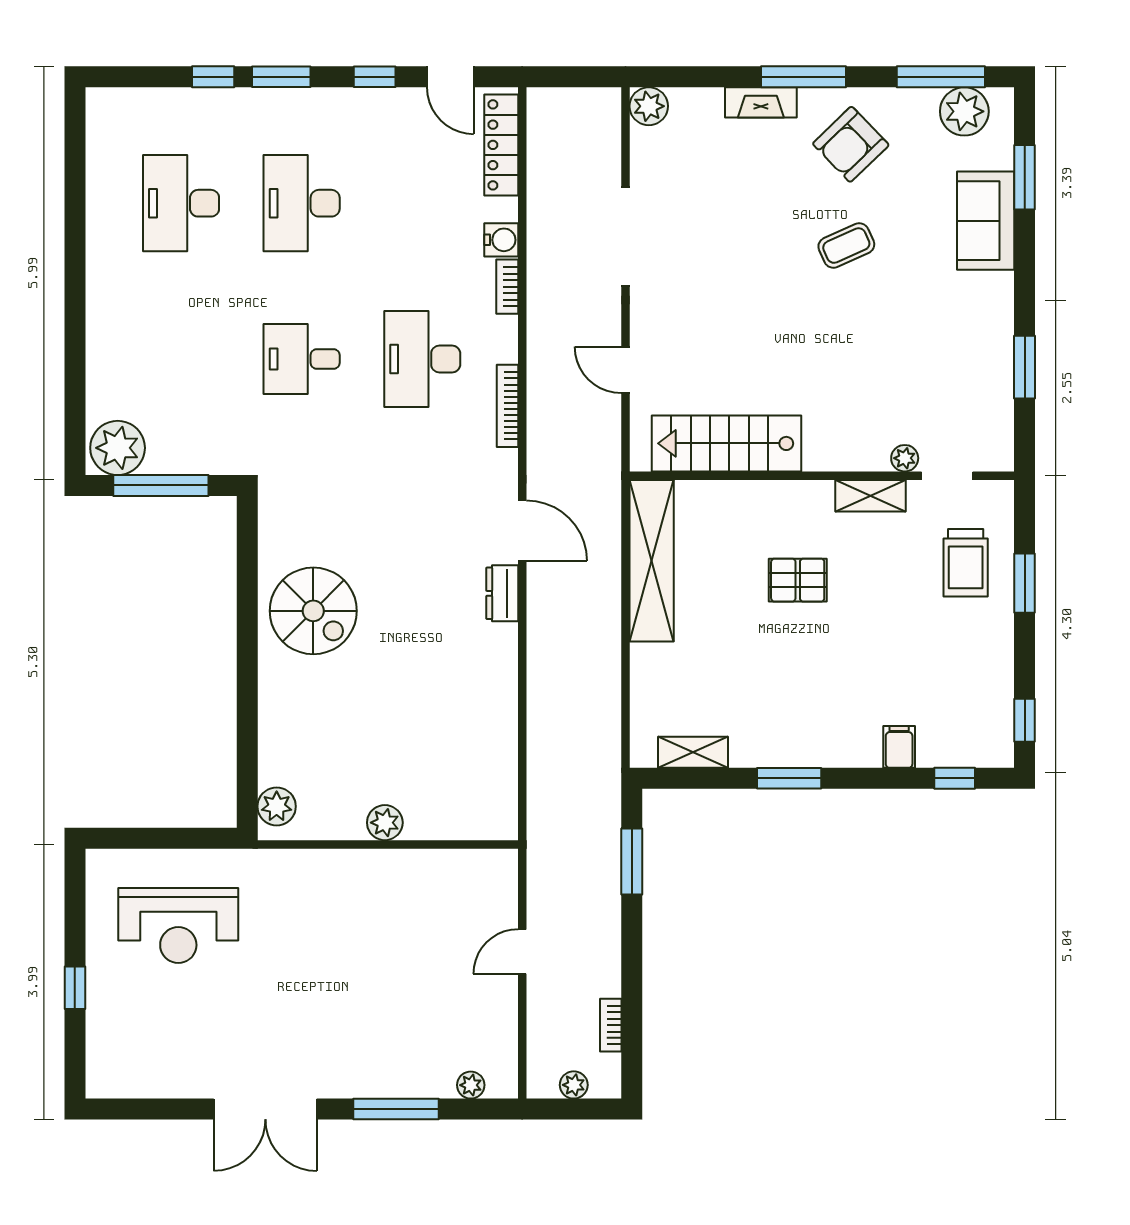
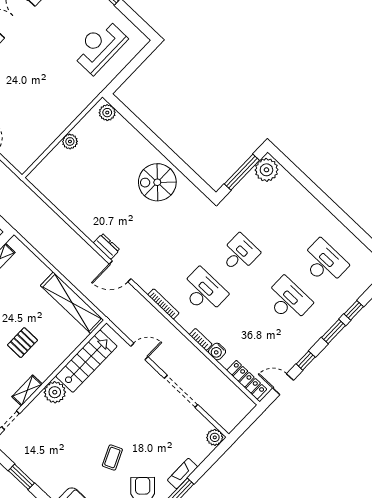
plant: (905, 458) -> (55, 392), moved, width x1.87, depth x1.87

